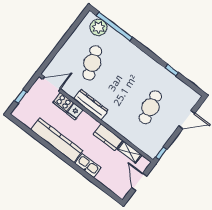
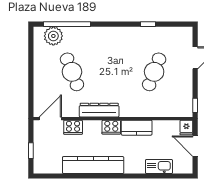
cafe table: (150, 107) -> (154, 72), turned 33
fridge: (75, 112) -> (186, 127), moved
cooker: (90, 123) -> (111, 127), added
shelving: (130, 152) -> (166, 126), removed
kitchen sink: (88, 165) -> (159, 166), moved

